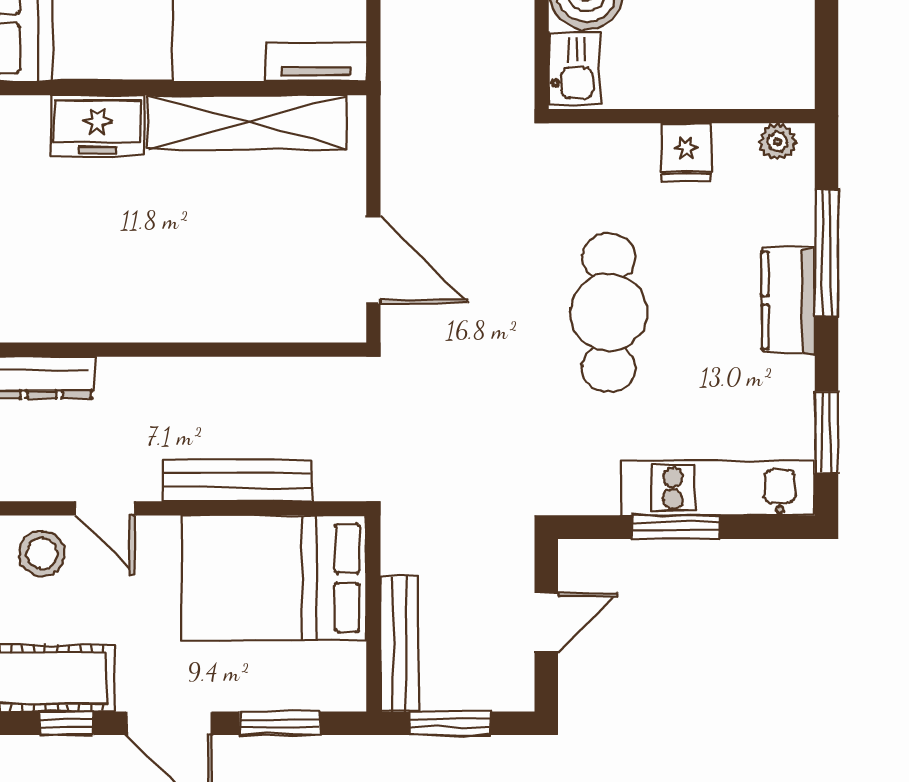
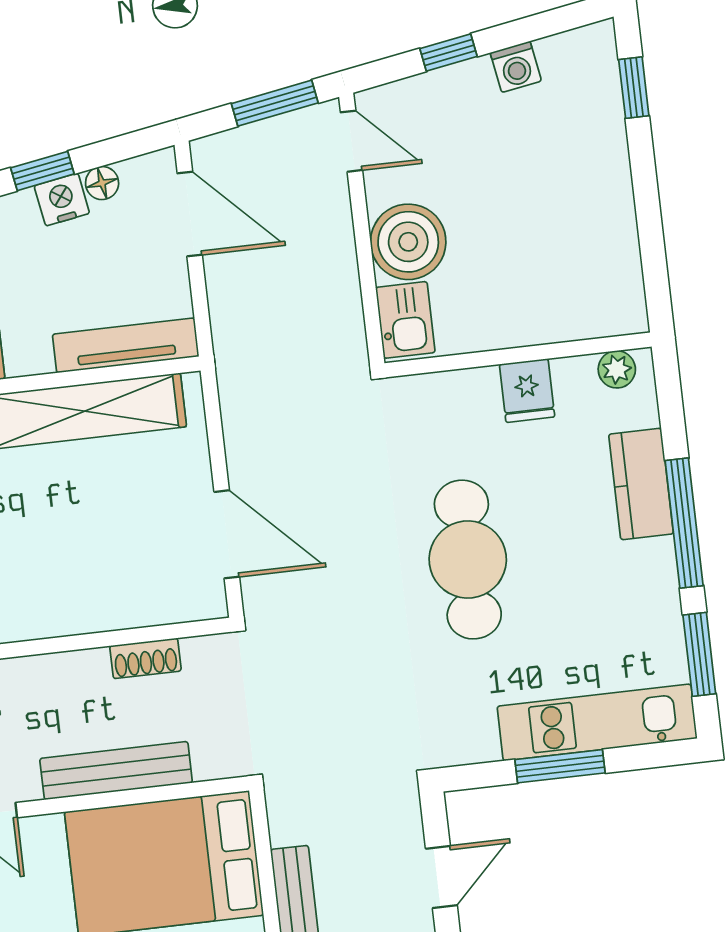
tv unit: (316, 62) -> (126, 345), width x1.41
window: (826, 253) -> (684, 523), moved
kitchen counter: (788, 301) -> (641, 484), moved
shoe rack: (279, 373) -> (145, 658), added

